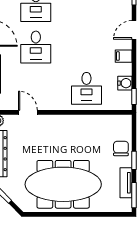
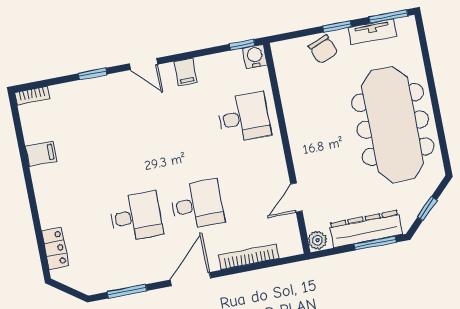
water cooler: (125, 83) -> (255, 56), moved
chair: (121, 148) -> (323, 49), turned -112

